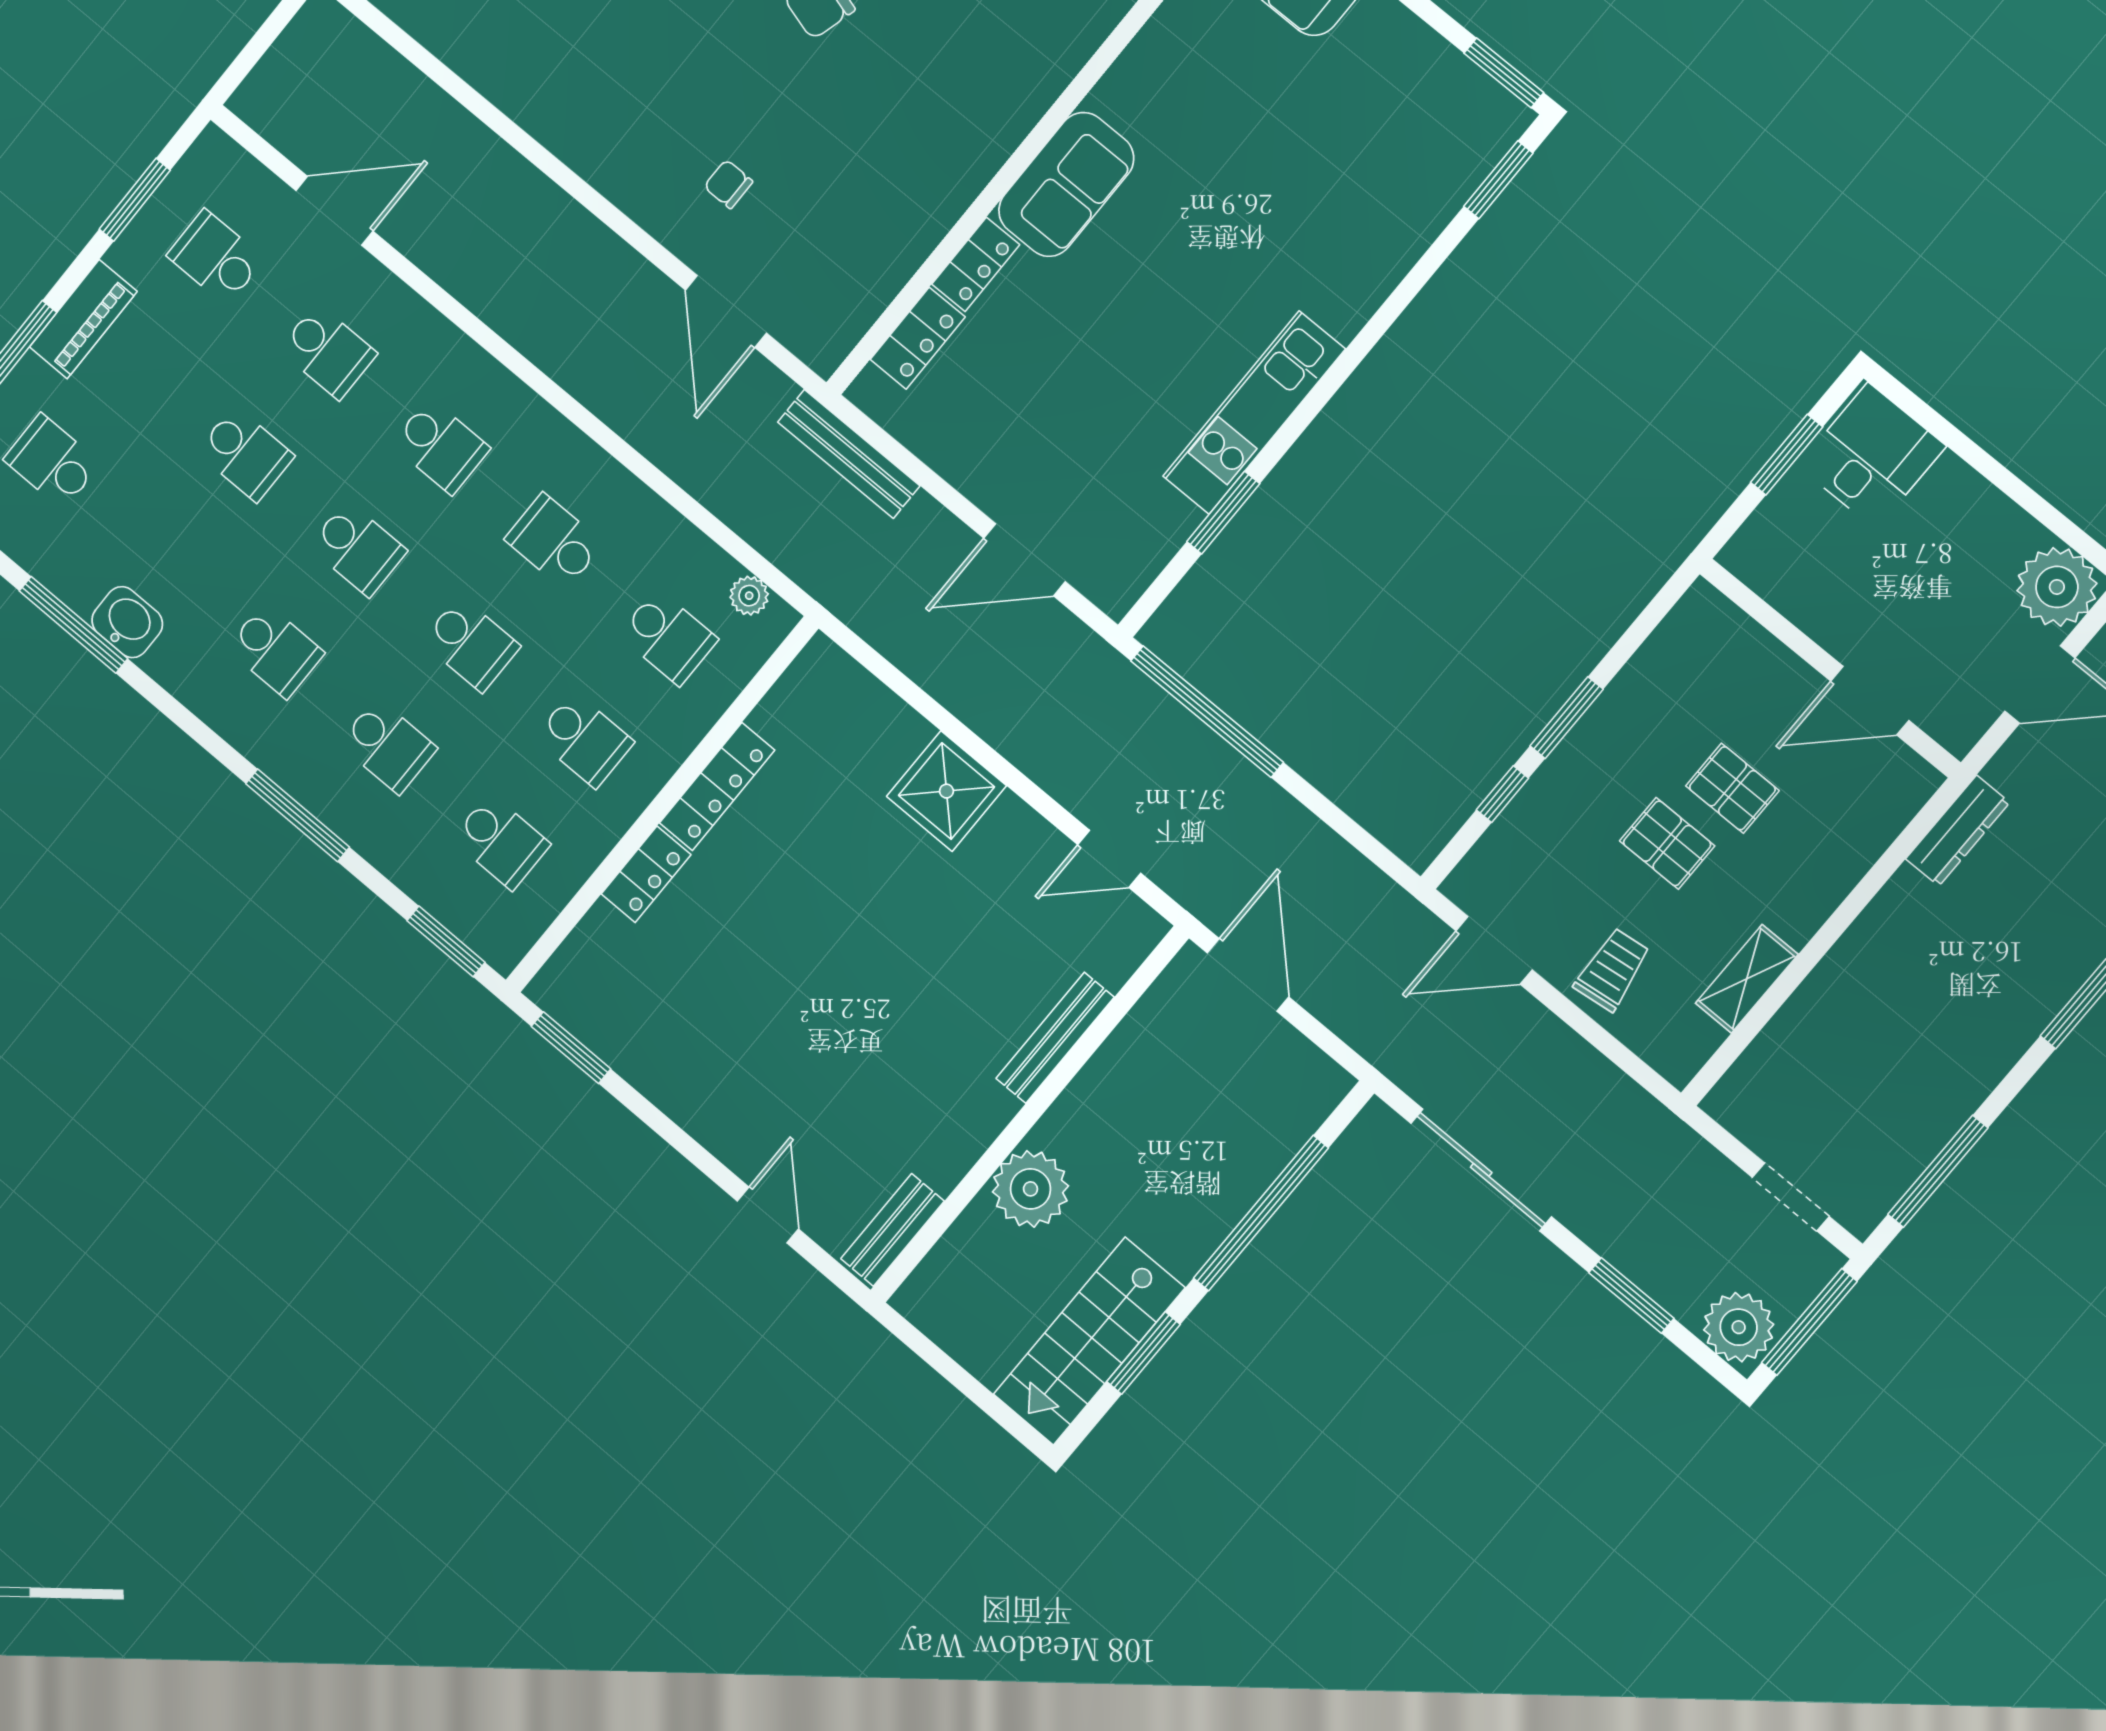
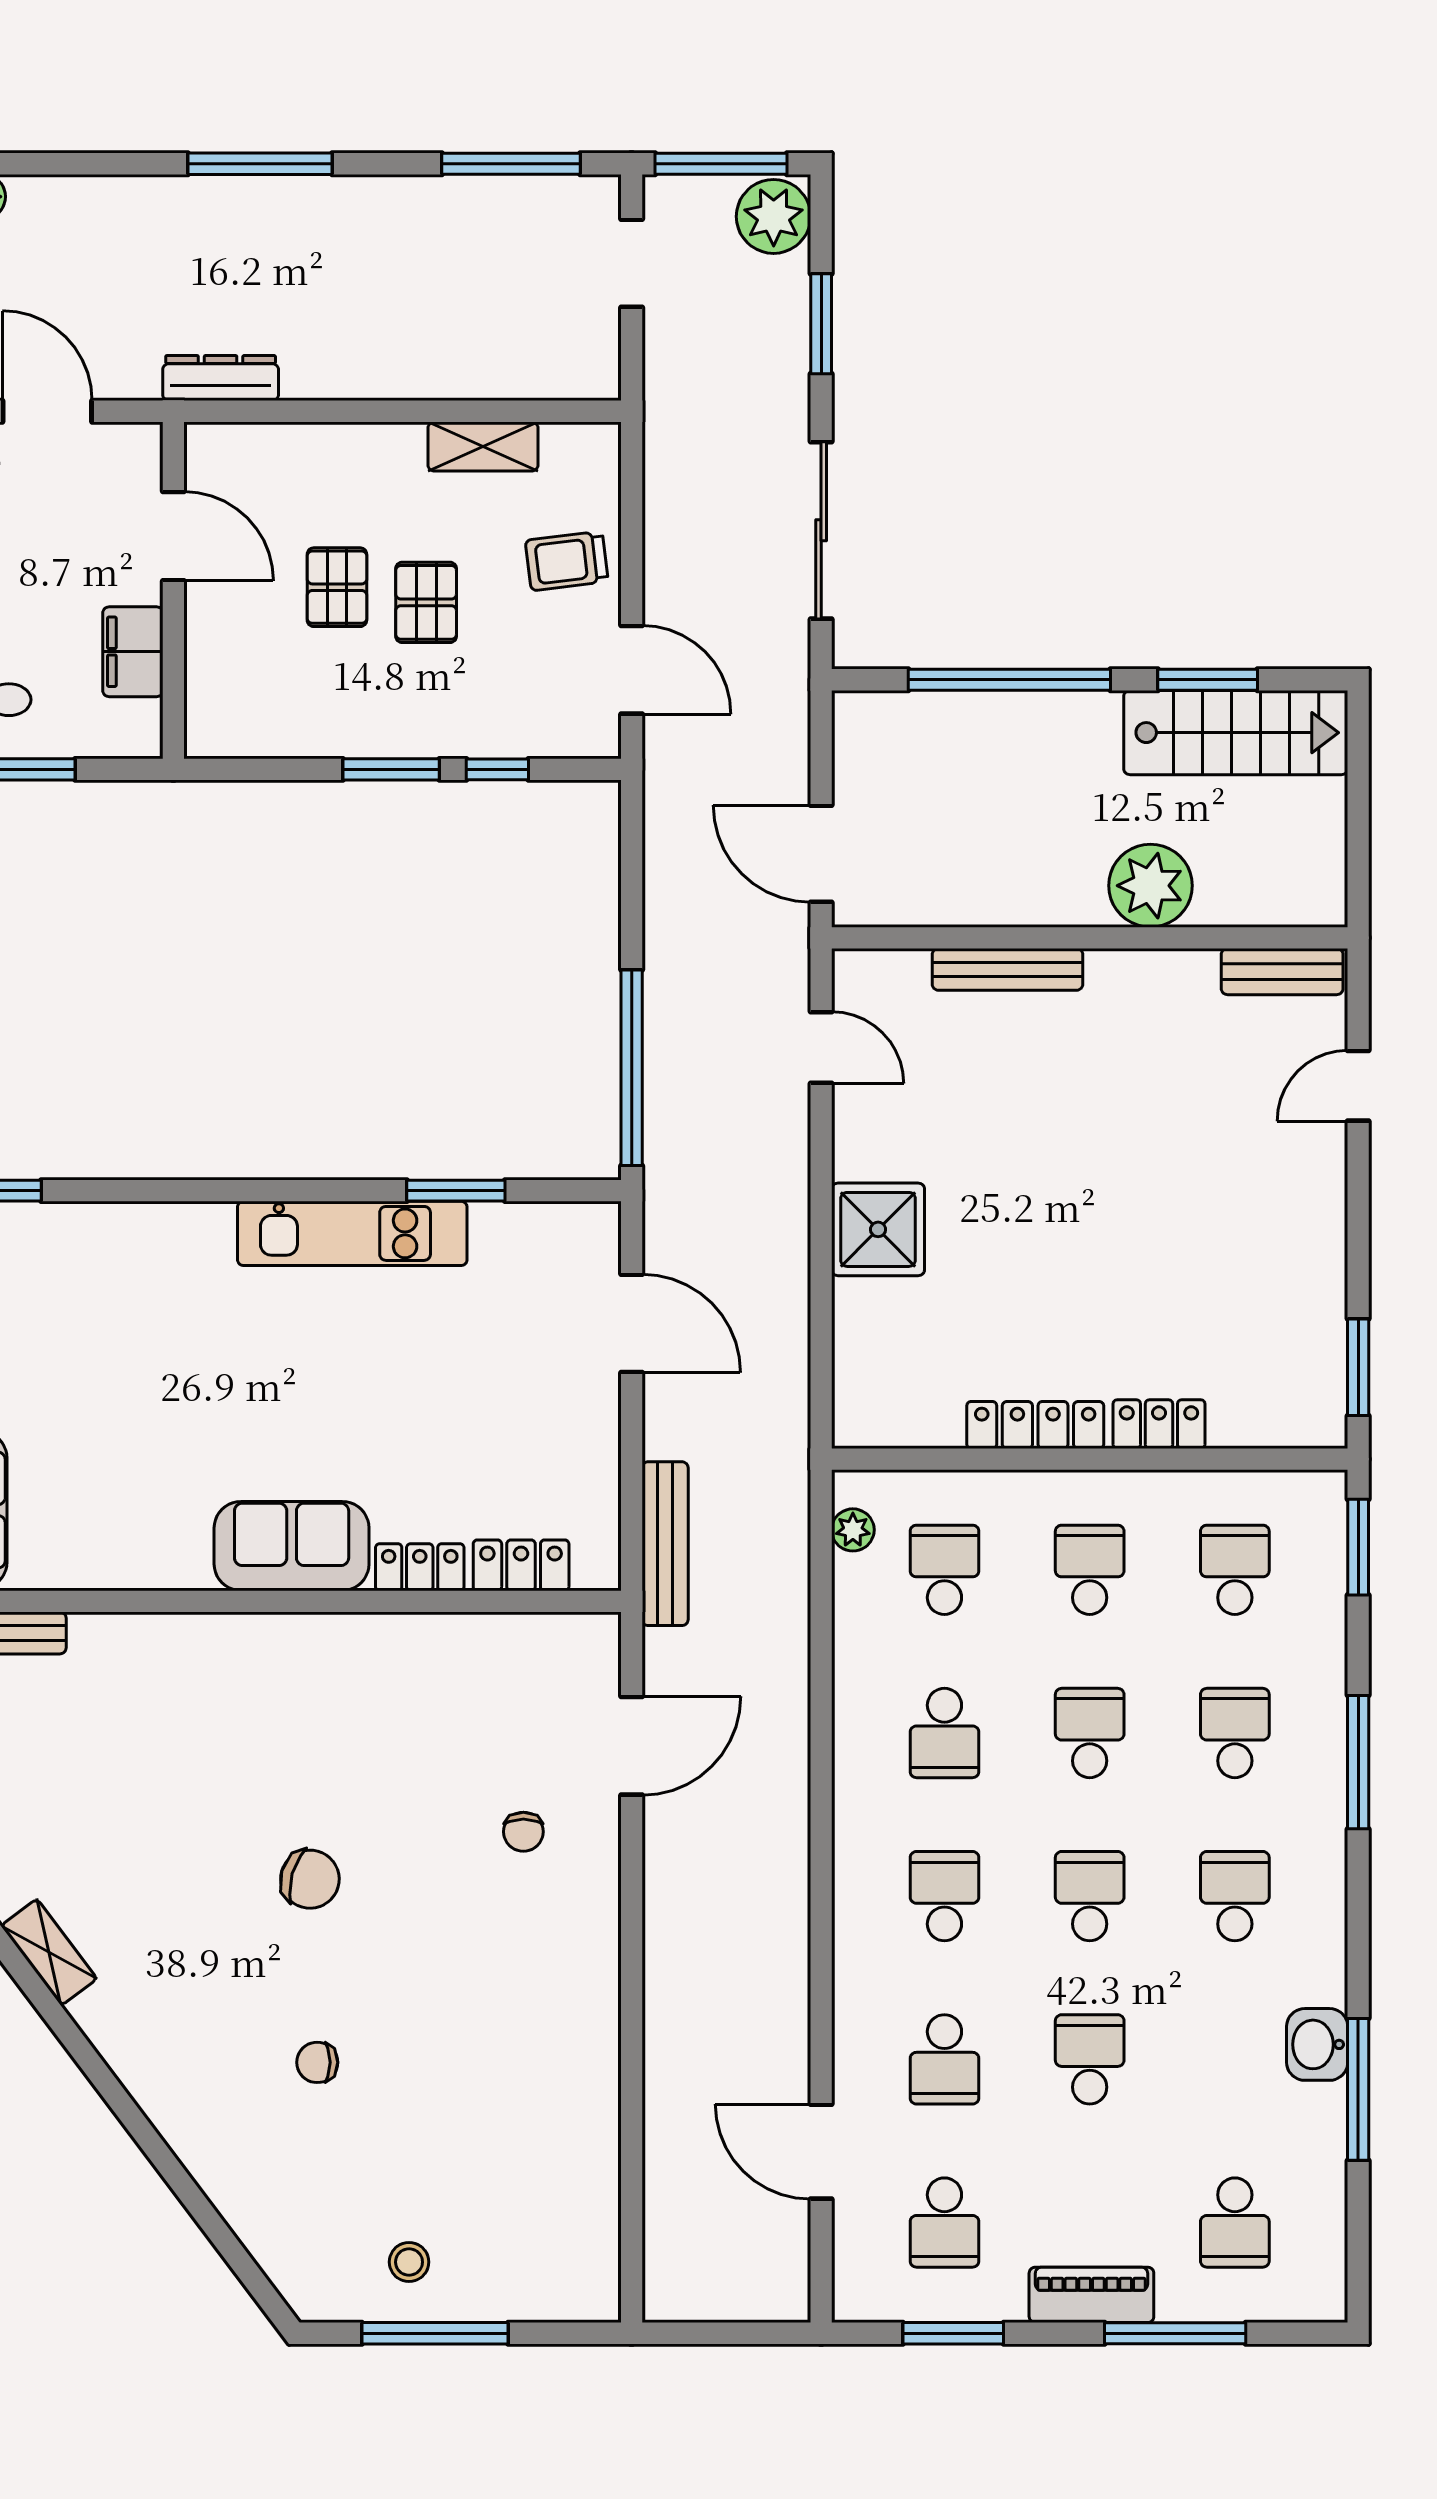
school desk: (328, 352) -> (944, 2059), turned 180
filing cabinet: (1809, 601) -> (133, 652), added
door: (1248, 975) -> (821, 854), hinge flipped

